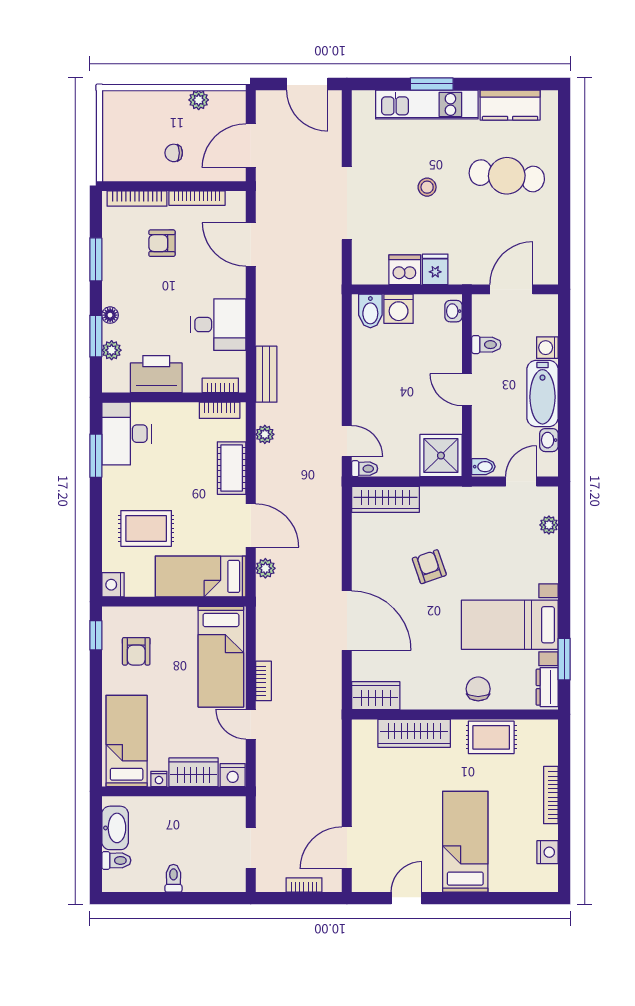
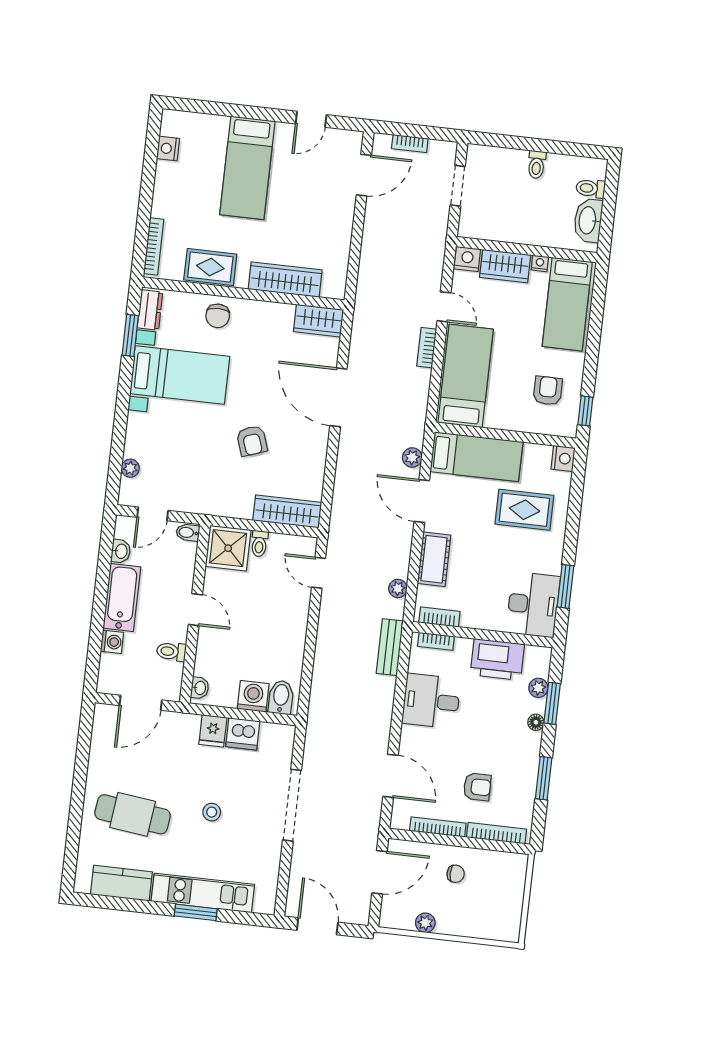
toilet: (365, 469) -> (259, 544), moved, turned -90
bookcase: (551, 795) -> (154, 246), moved

